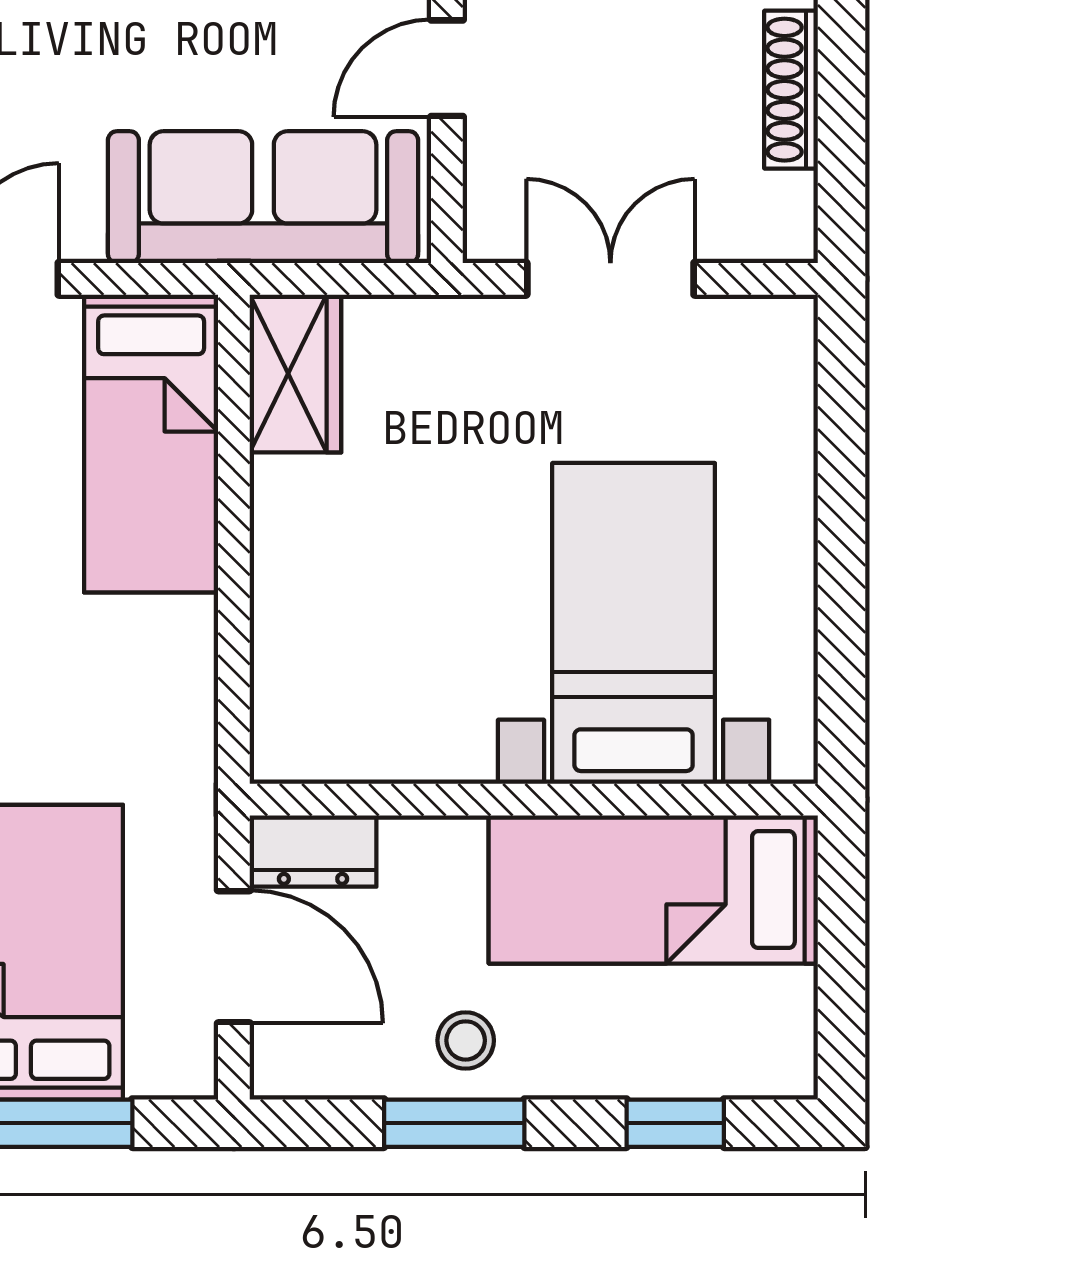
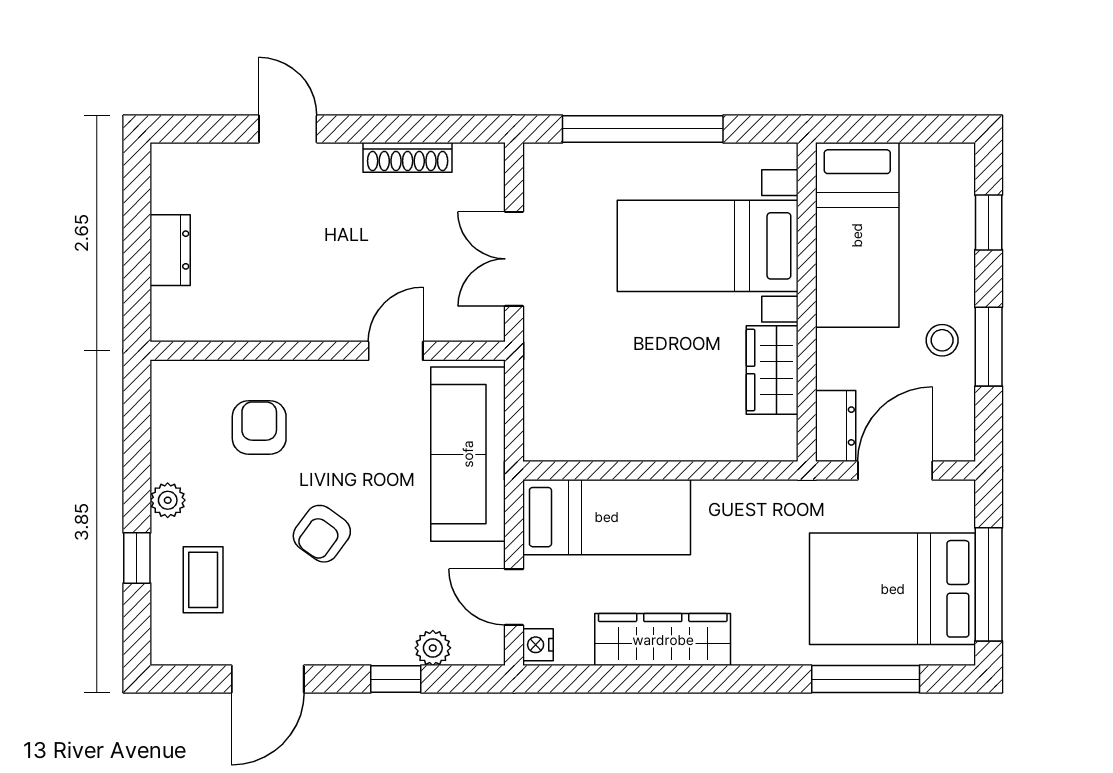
door: (447, 68) -> (396, 351), swing flipped
wardrobe: (295, 374) -> (772, 370), moved, turned -90
window: (842, 508) -> (643, 129), added

